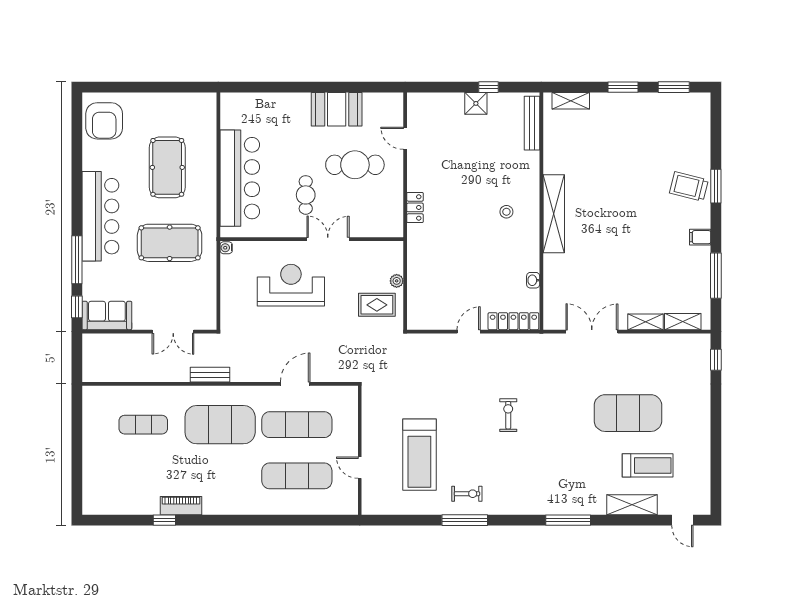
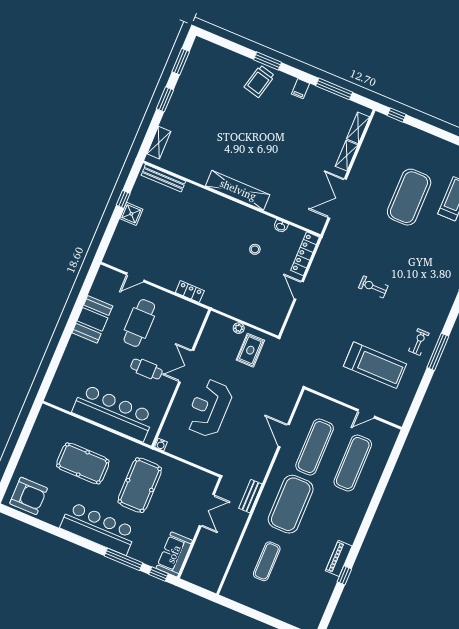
stool: (506, 212) -> (255, 249), moved

